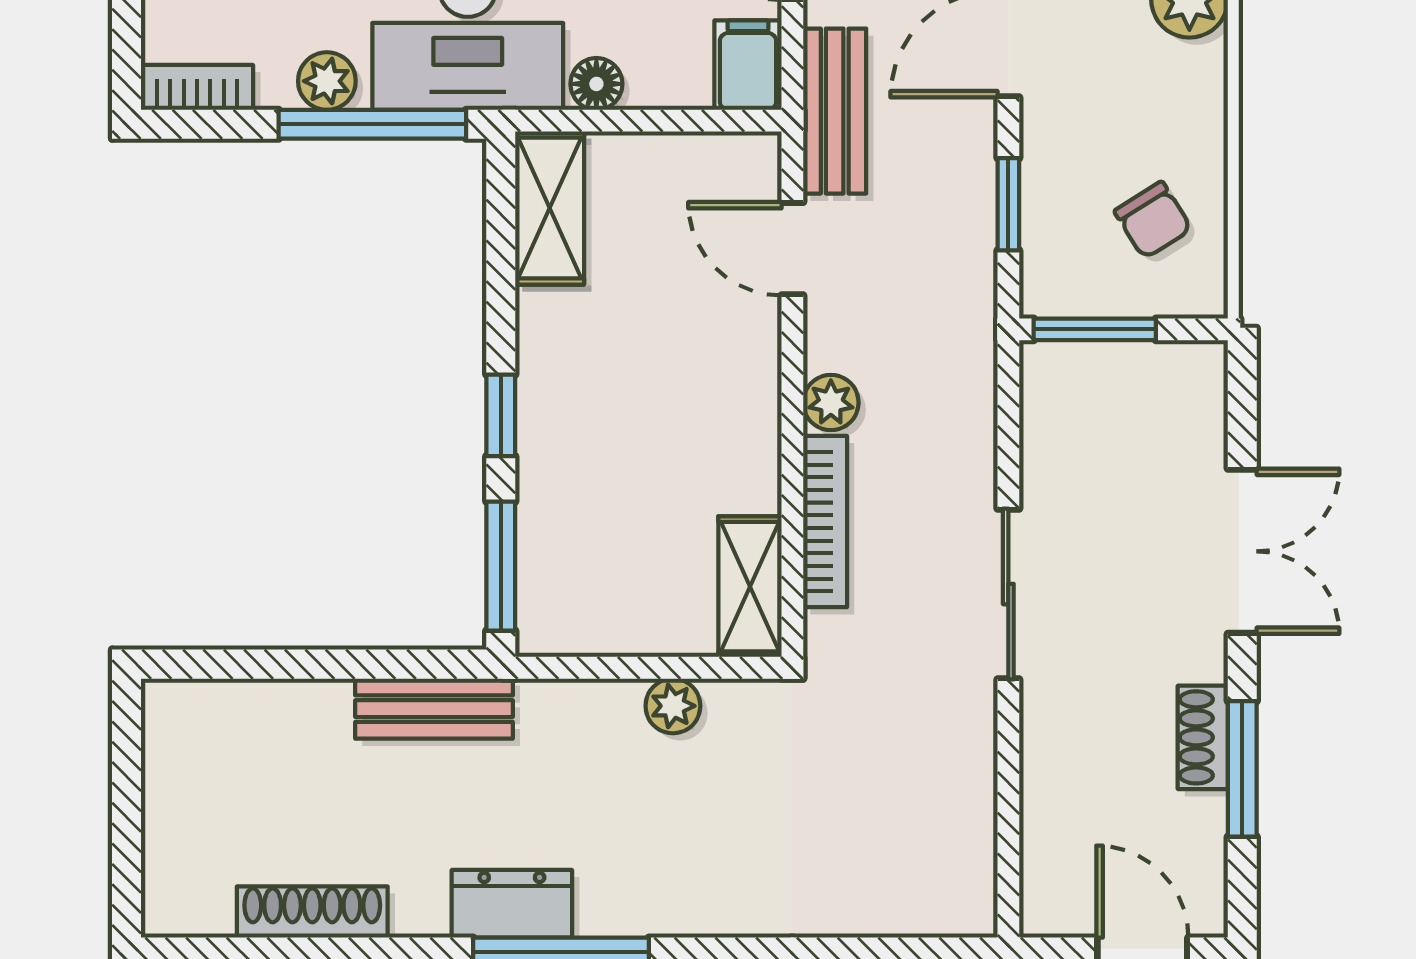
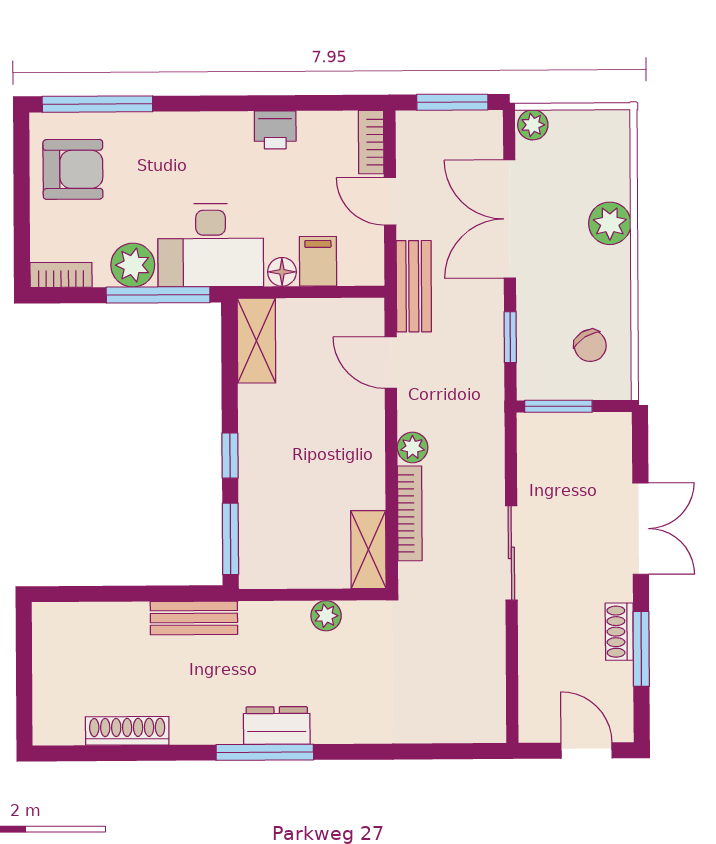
filing cabinet: (748, 65) -> (318, 261), moved
plant: (327, 81) -> (133, 265), width x1.38, depth x1.38
dresser: (512, 904) -> (277, 725), moved

